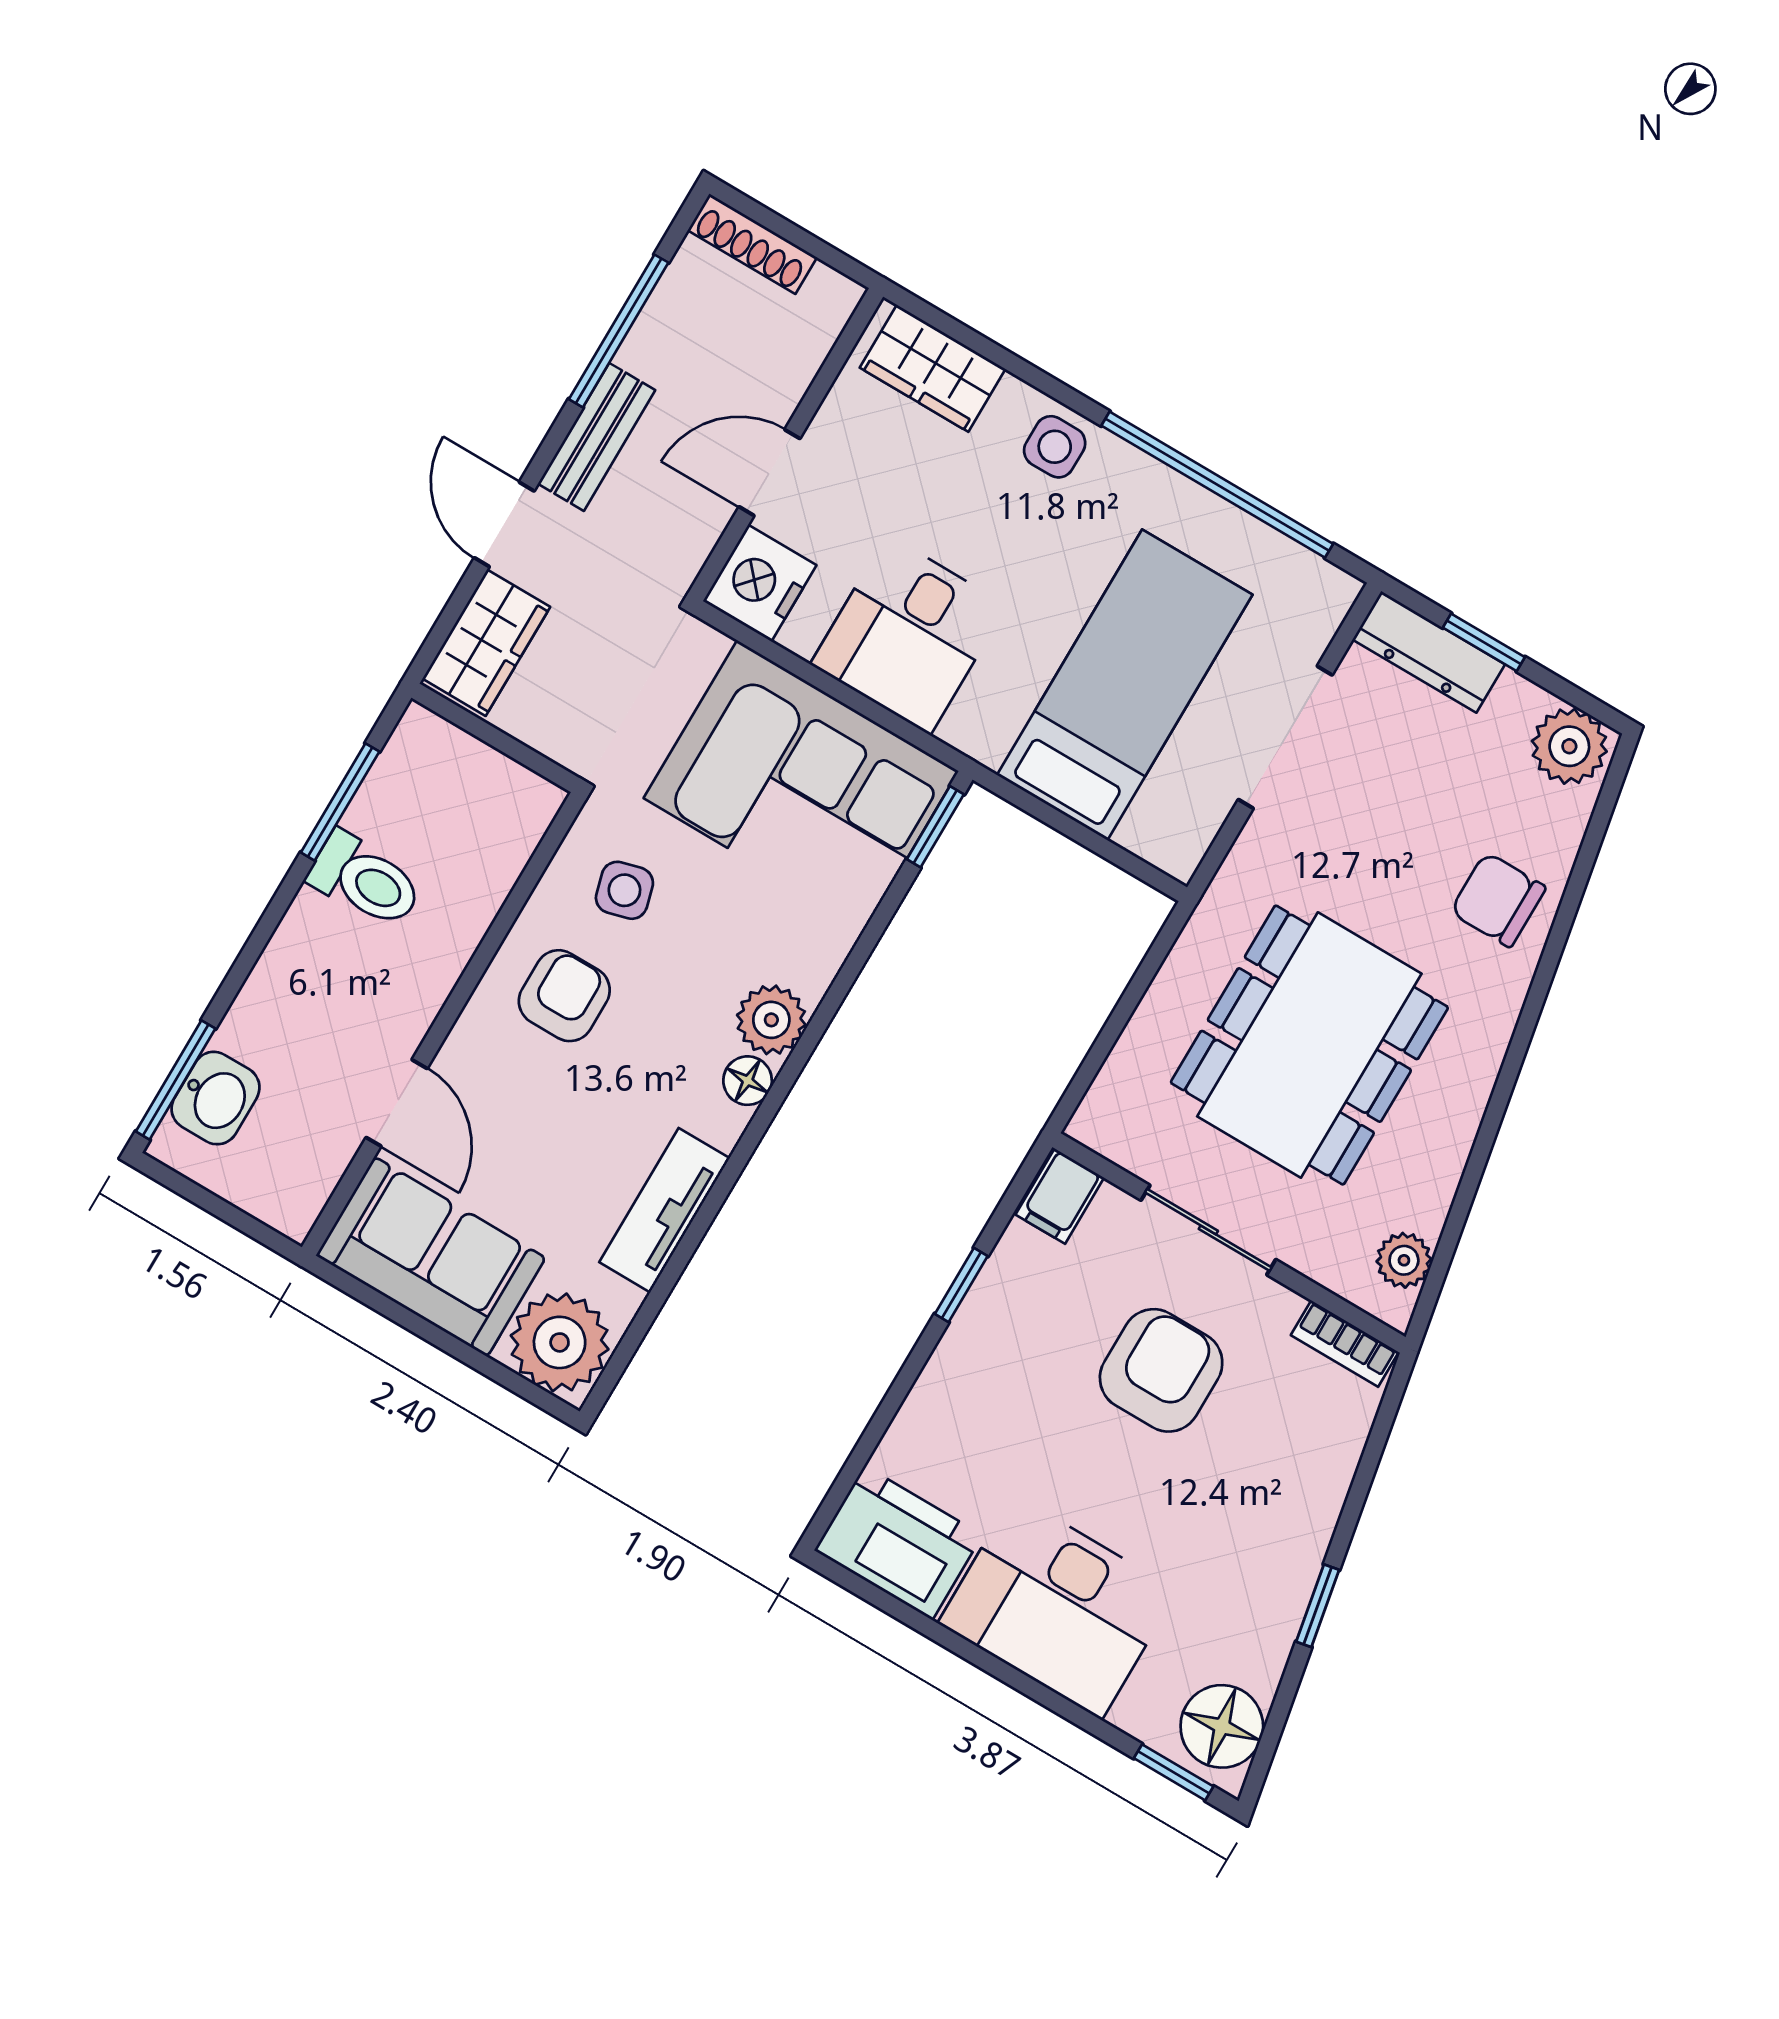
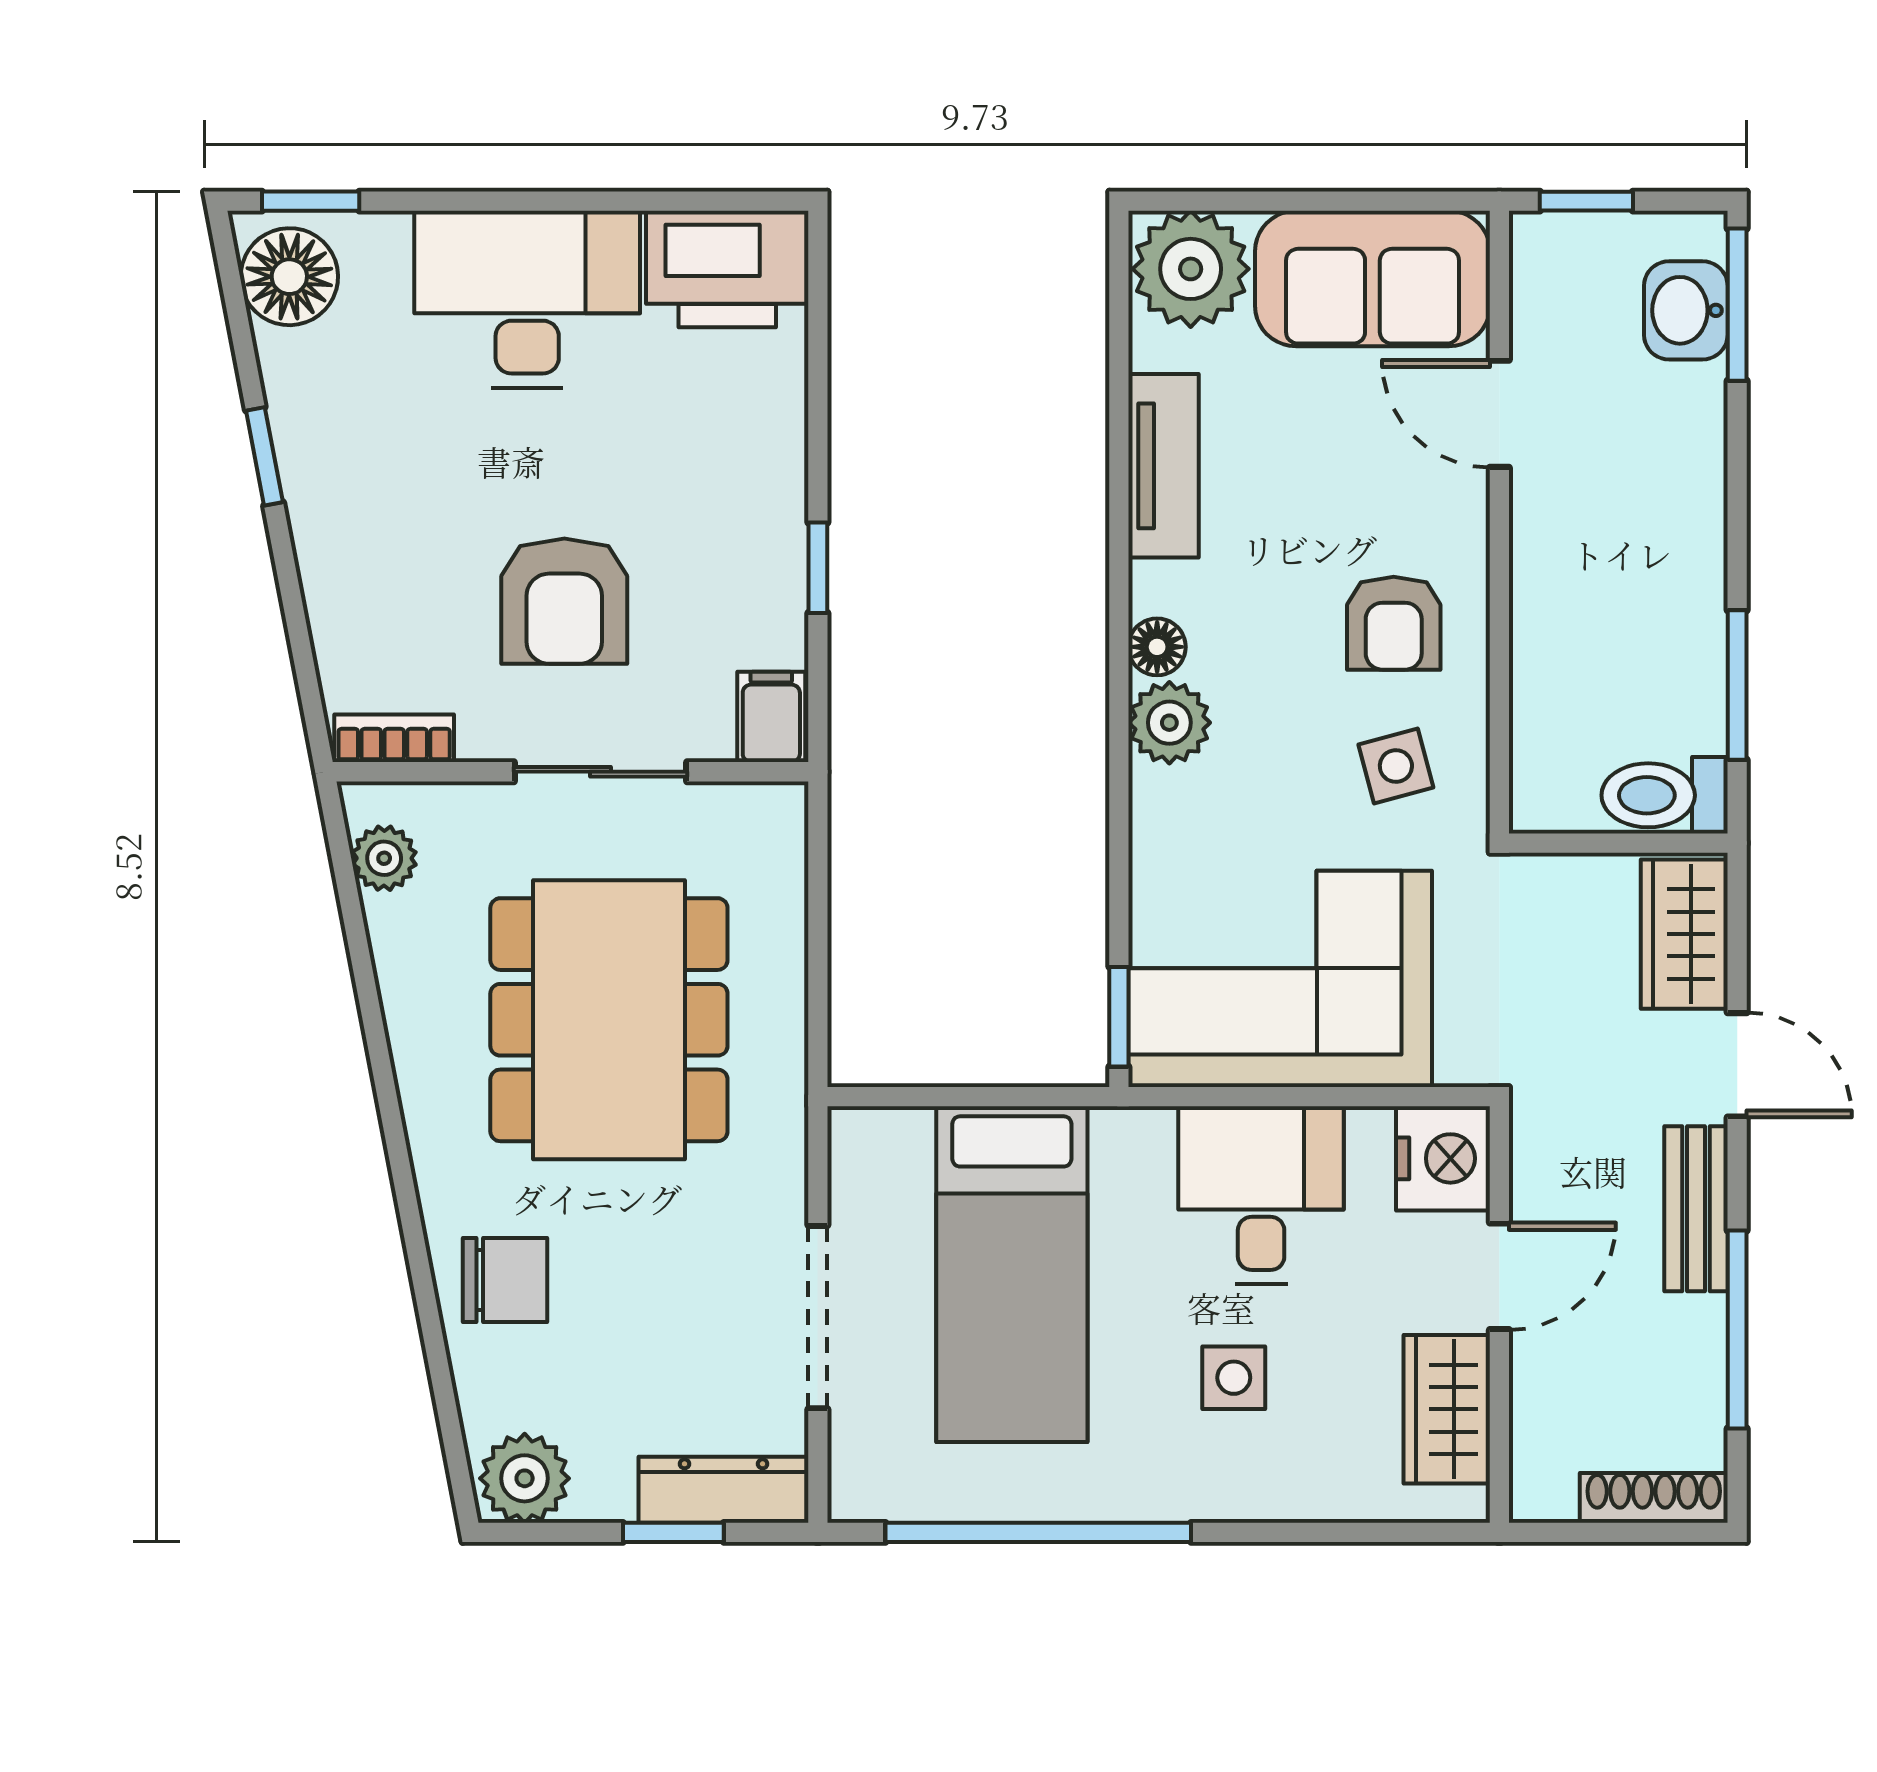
wardrobe: (933, 368) -> (1447, 1409), moved, turned -90
side table: (1055, 447) -> (1234, 1378), moved
toilet: (365, 880) -> (1665, 795), moved
window: (241, 1221) -> (1586, 201), added

